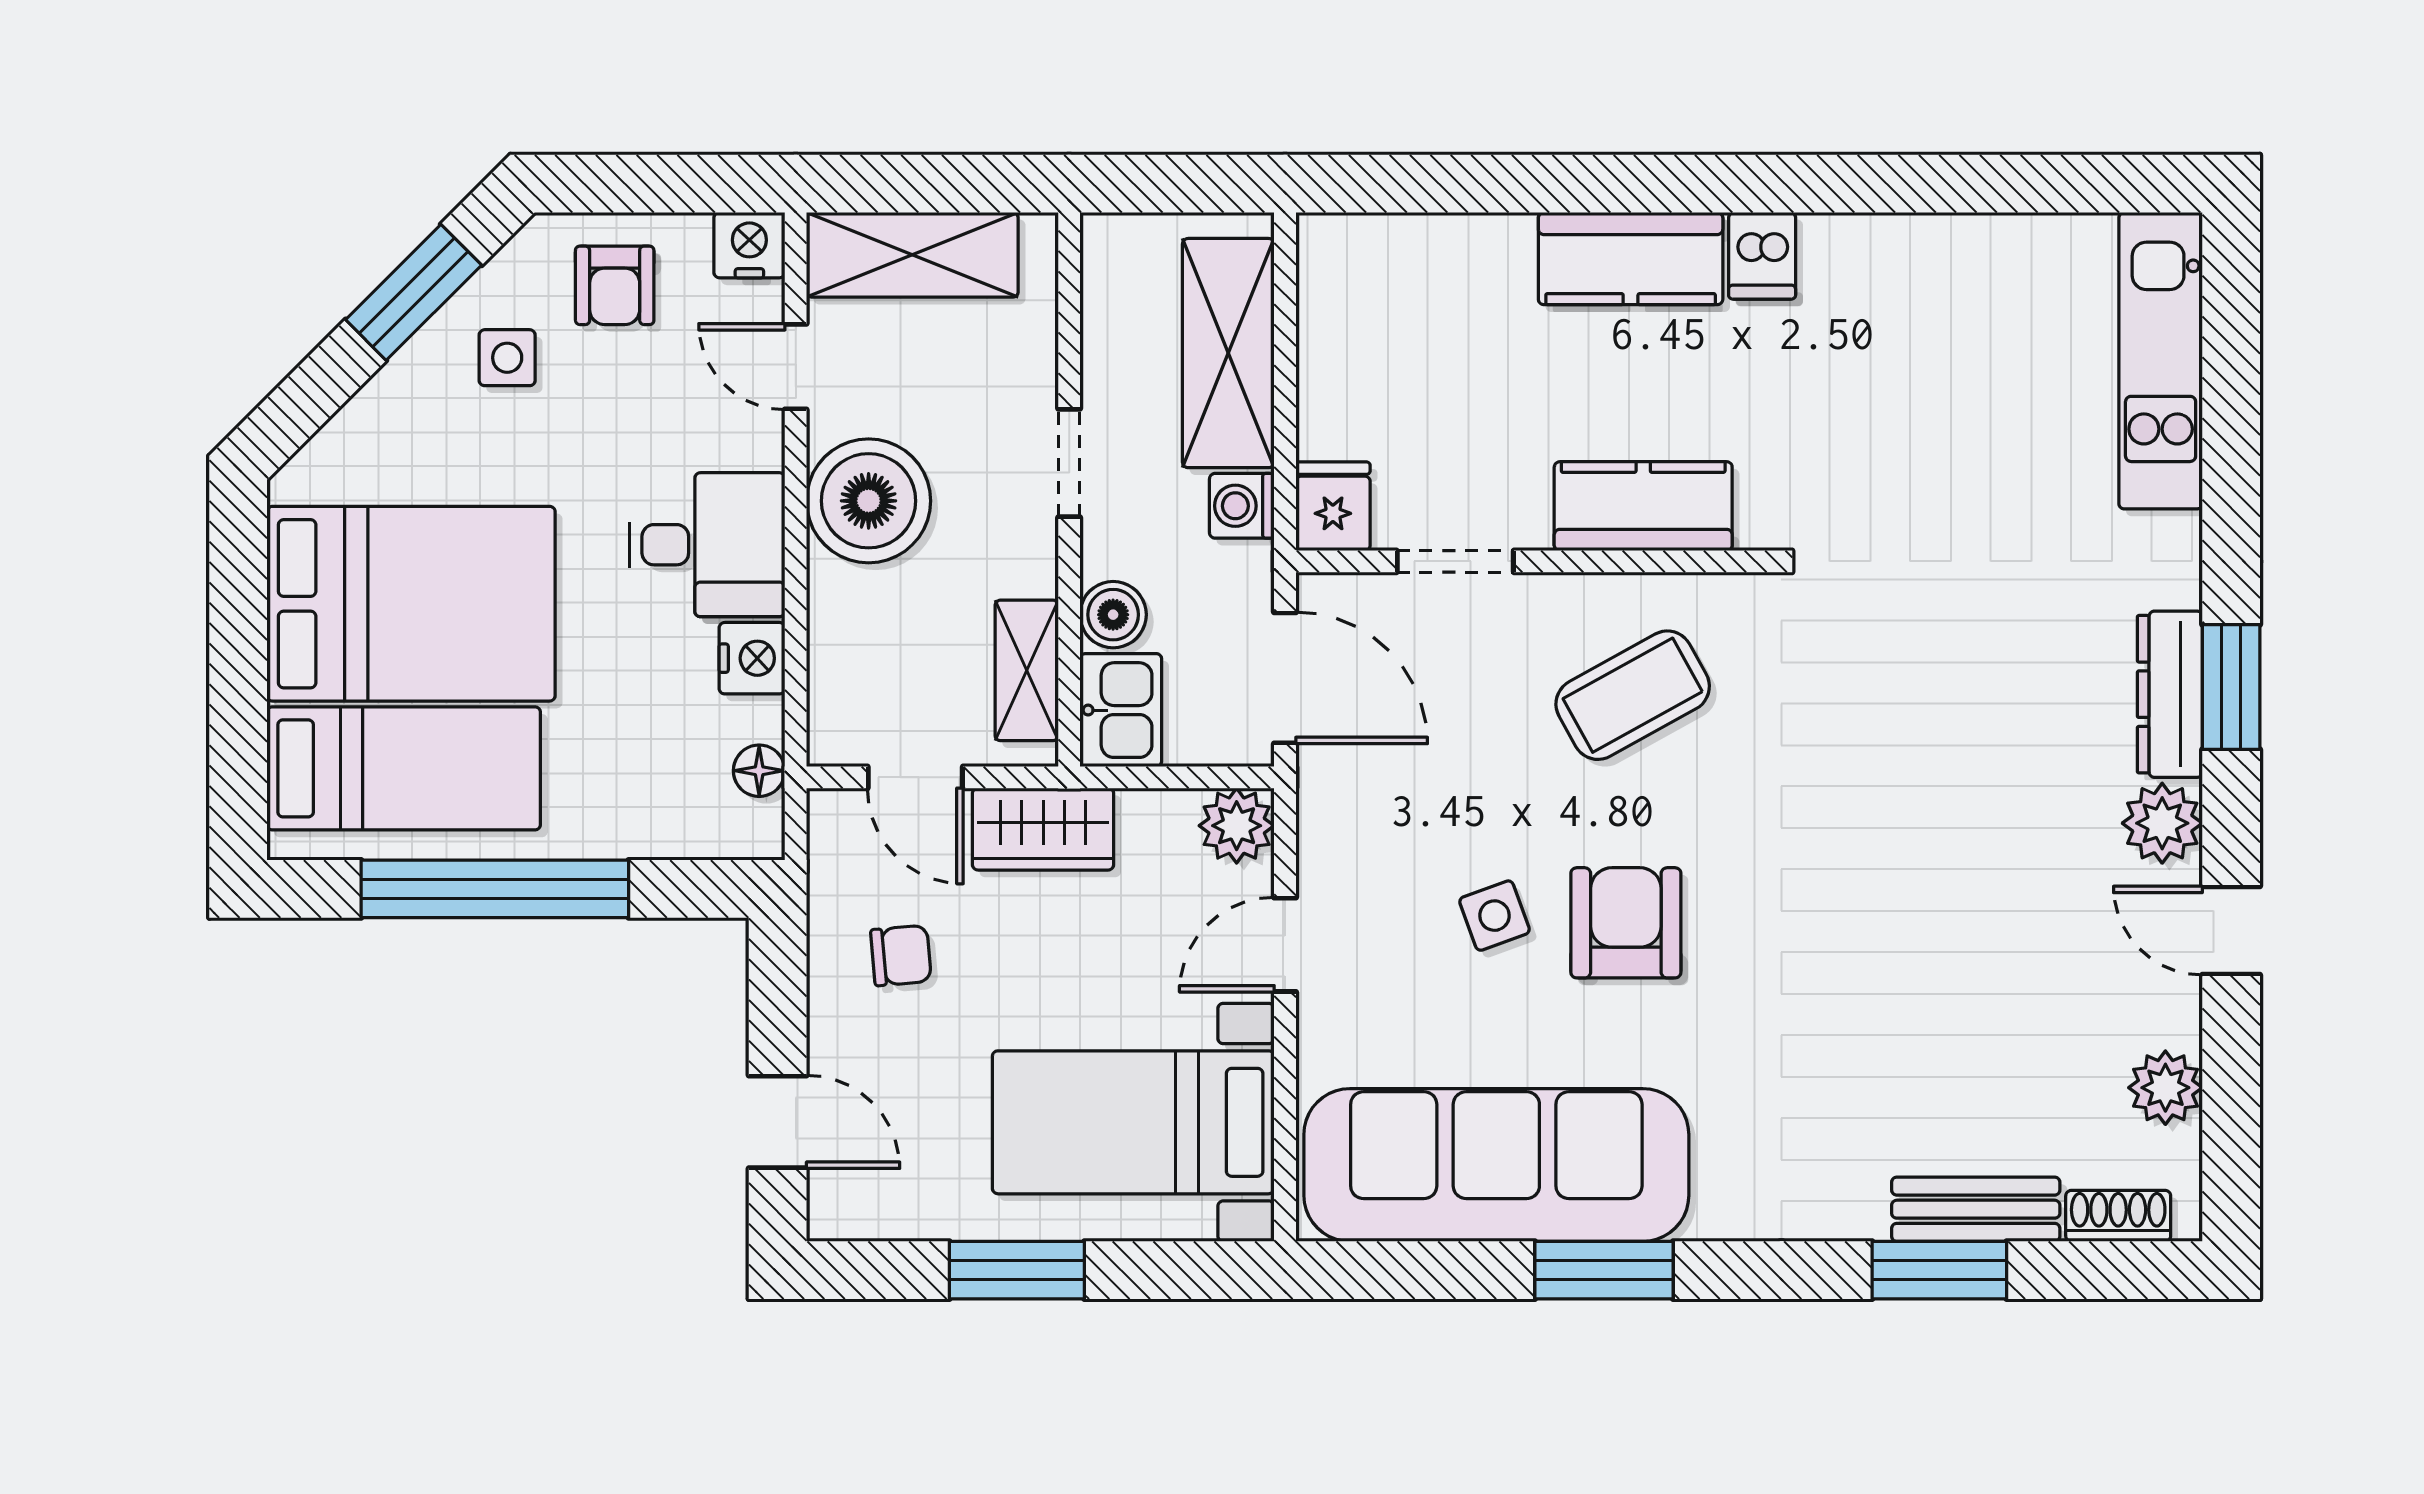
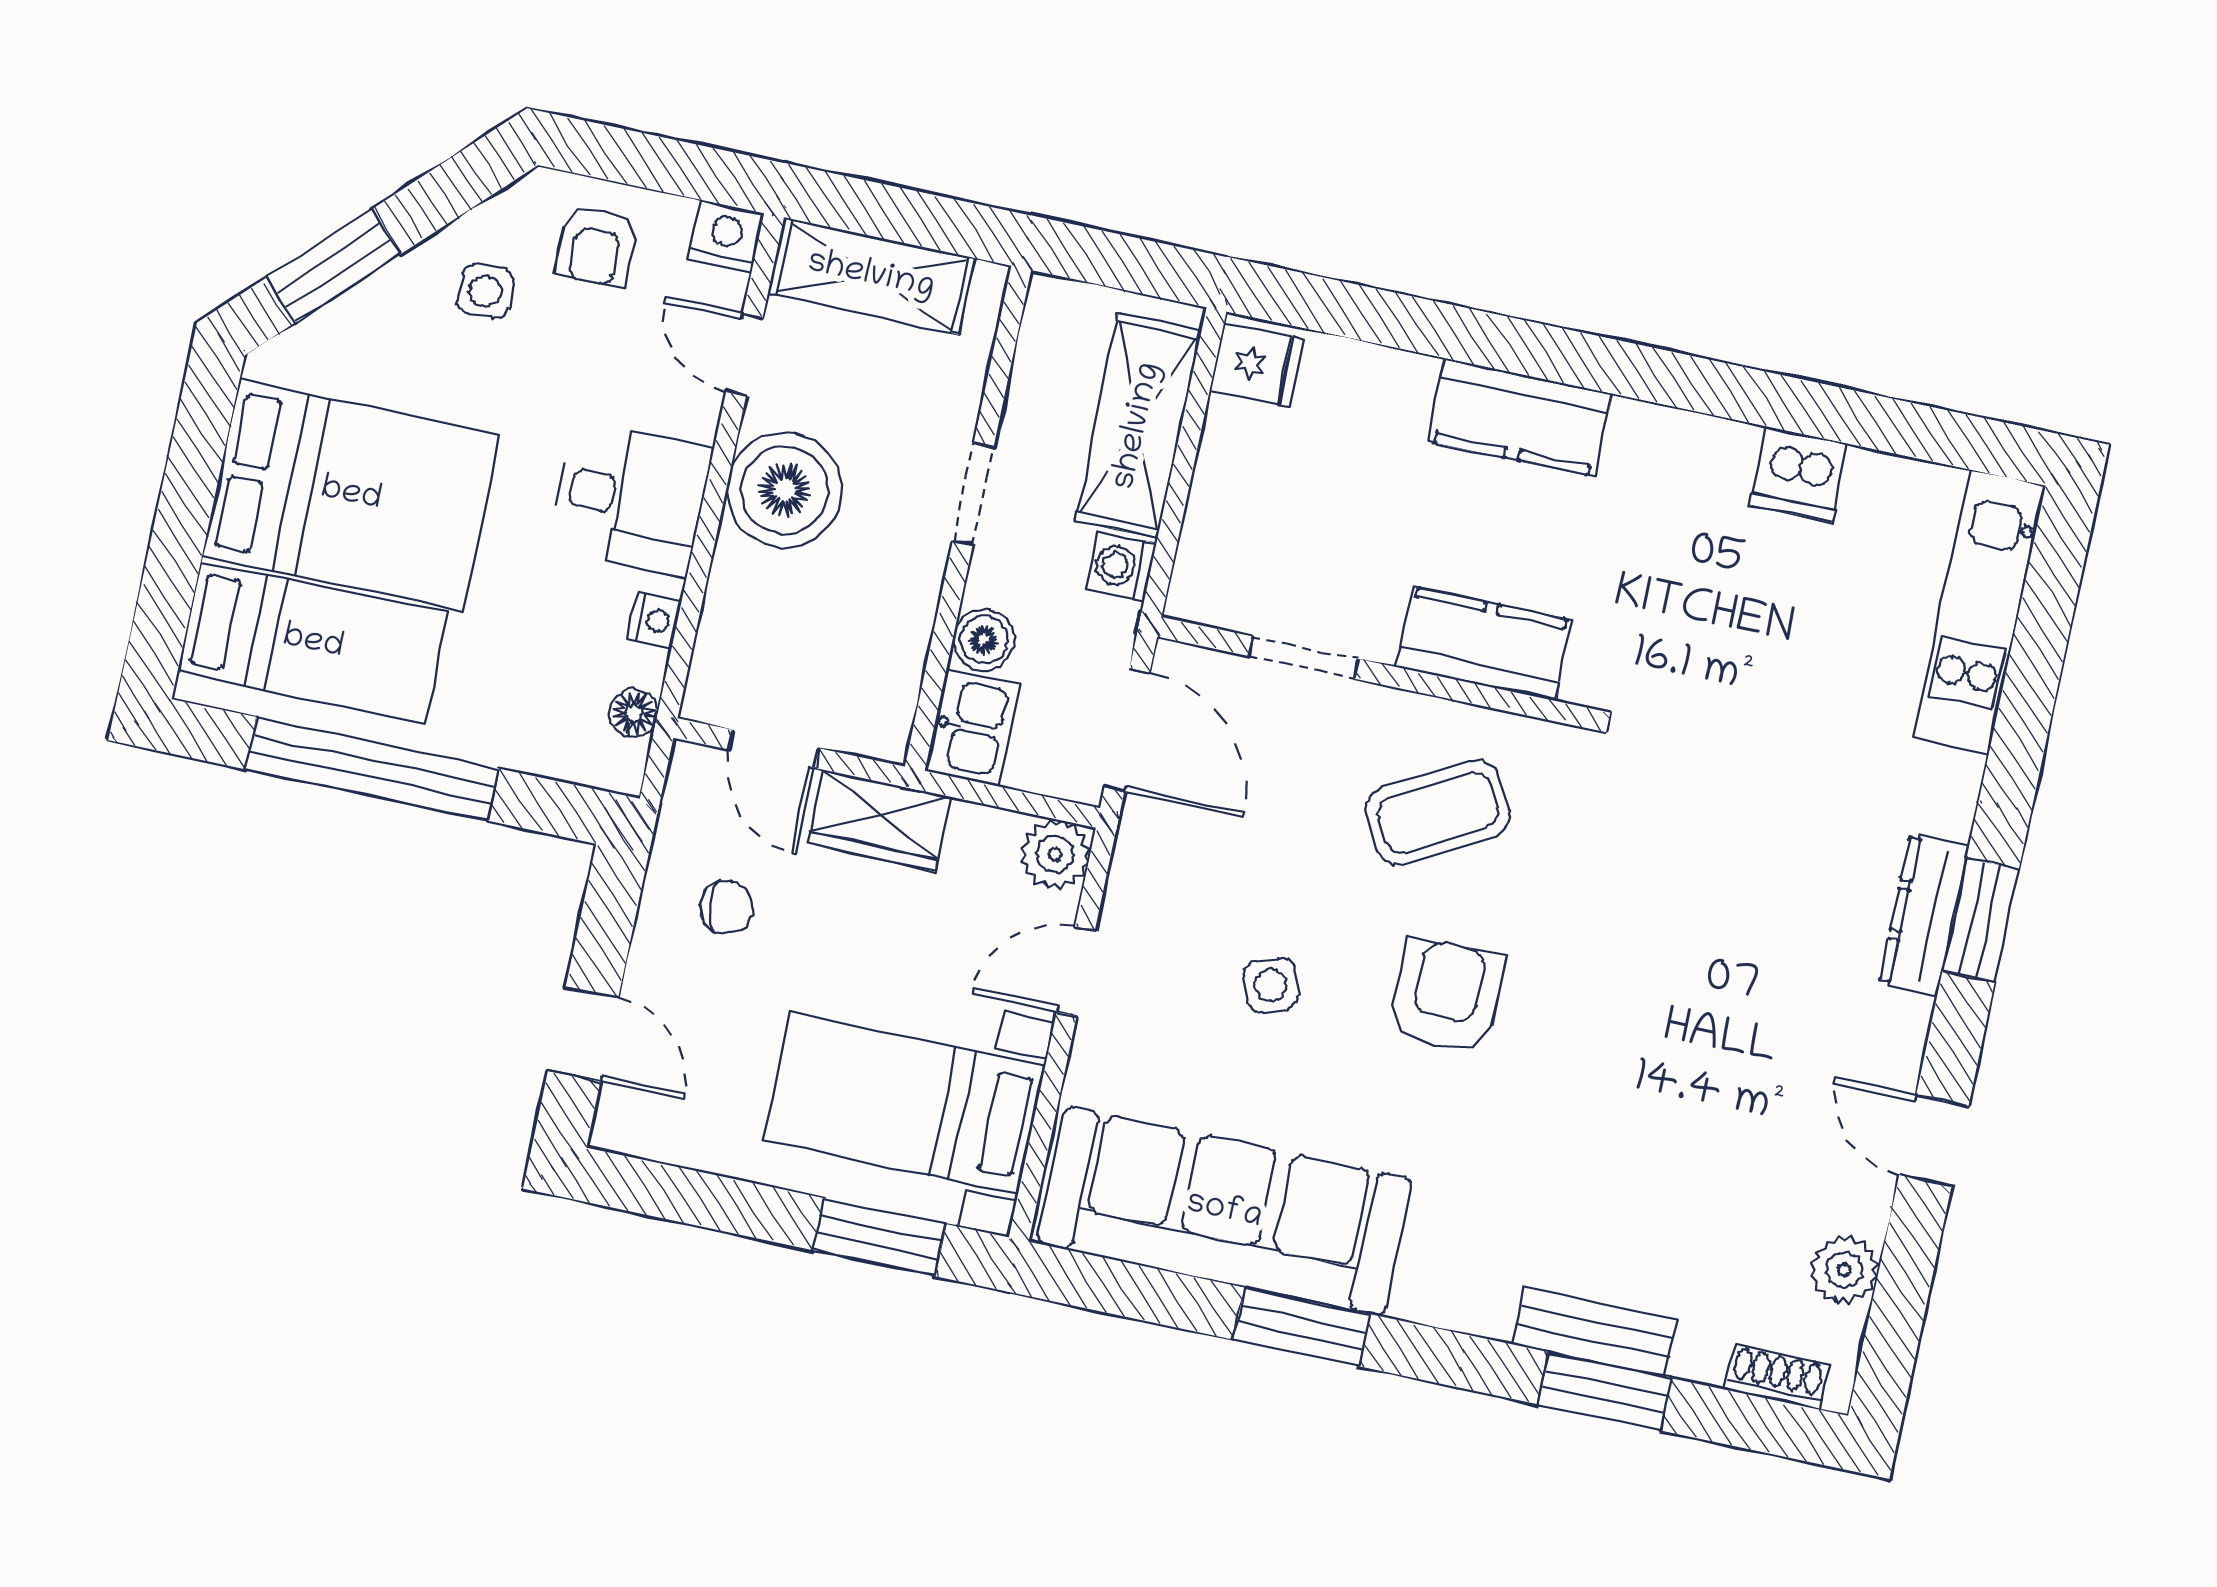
dishwasher: (1762, 256) -> (1799, 474), moved, width x1.38
window: (414, 292) -> (333, 266), moved
fridge: (1333, 506) -> (1257, 365), moved, turned 90
nightstand: (752, 658) -> (655, 621), width x0.72, depth x0.74
shelving: (1027, 670) -> (895, 674), removed
plant: (2162, 823) -> (1892, 1030), removed
armchair: (1626, 923) -> (1447, 996), moved
bench: (1976, 1209) -> (1595, 1332), moved
window: (1017, 1270) -> (879, 1237), moved

